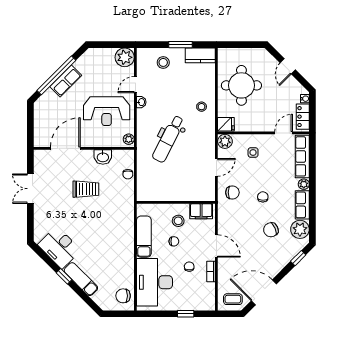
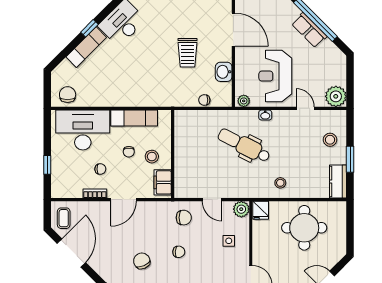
washbasin: (141, 102) -> (265, 115), moved
chair: (232, 192) -> (184, 218), turned -90

